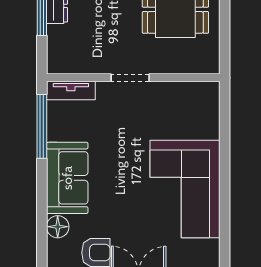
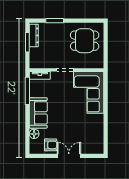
corner sofa: (185, 189) -> (89, 92), moved

